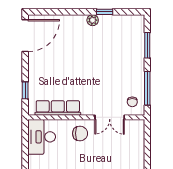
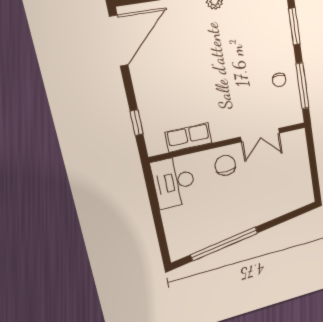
chair: (132, 102) -> (279, 80), moved
row of seats: (58, 108) -> (189, 138), width x0.68
chair: (80, 133) -> (225, 165), turned -90

